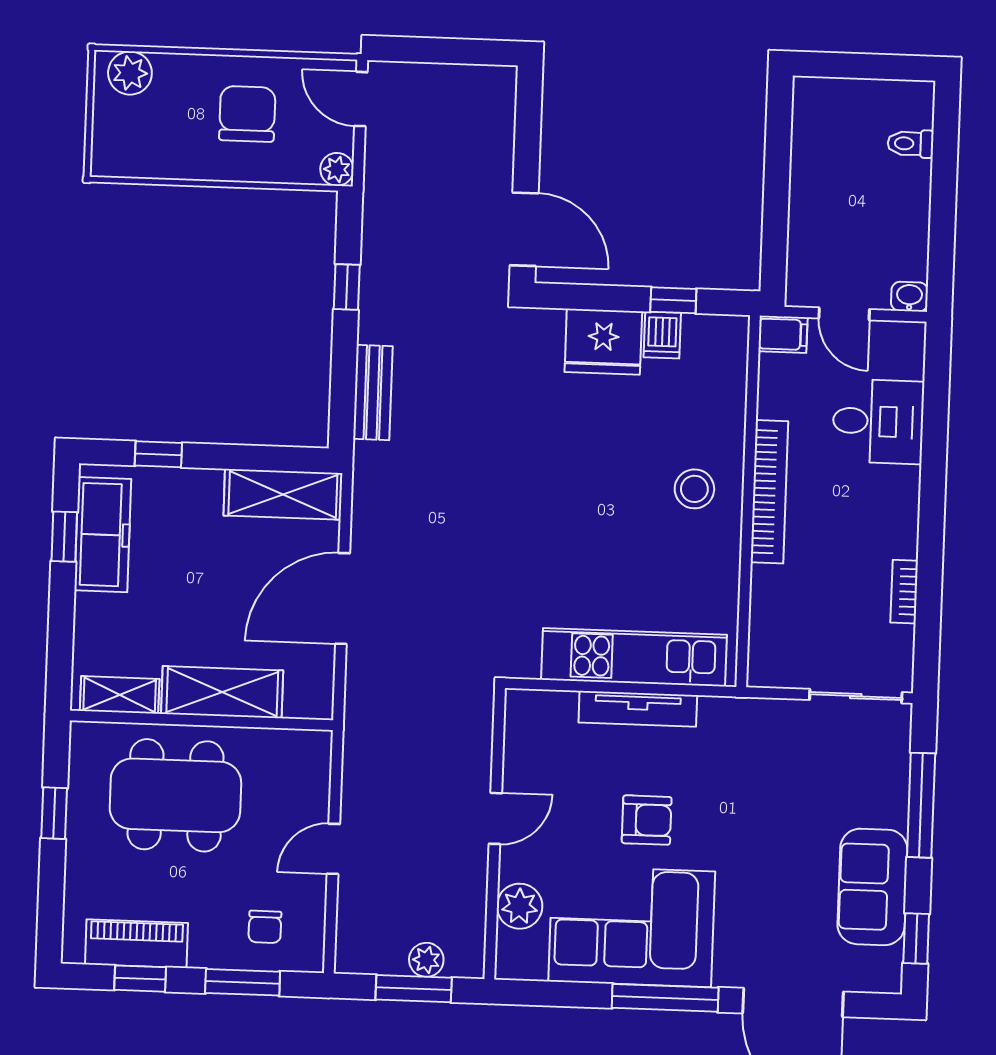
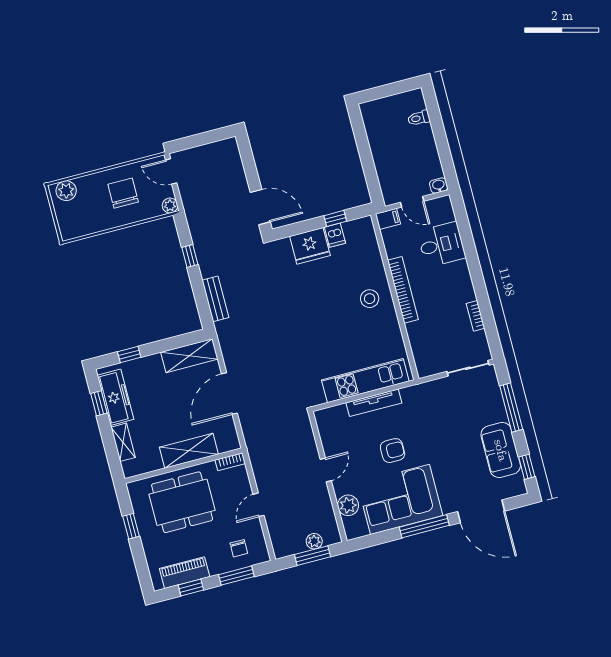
shelving: (120, 695) -> (123, 442), moved, turned 90
bookcase: (301, 741) -> (230, 462), added

